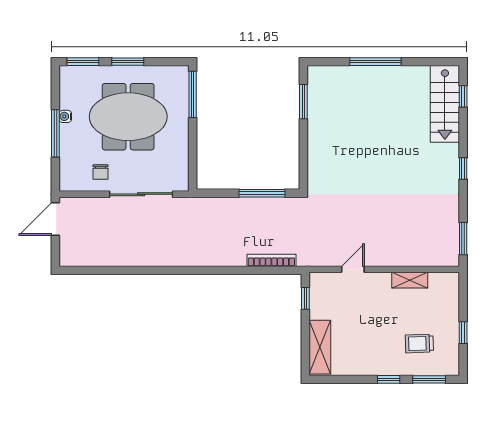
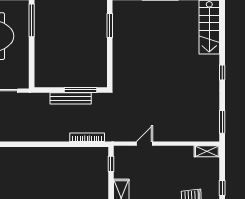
window: (463, 96) -> (222, 22), removed
bench: (248, 205) -> (71, 98), added
shelving: (410, 280) -> (207, 151), moved

